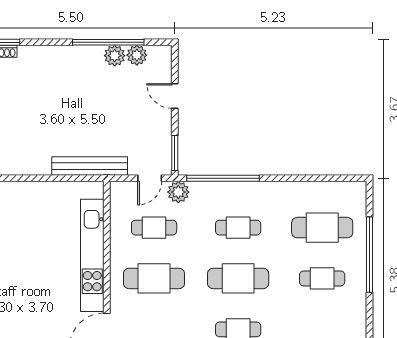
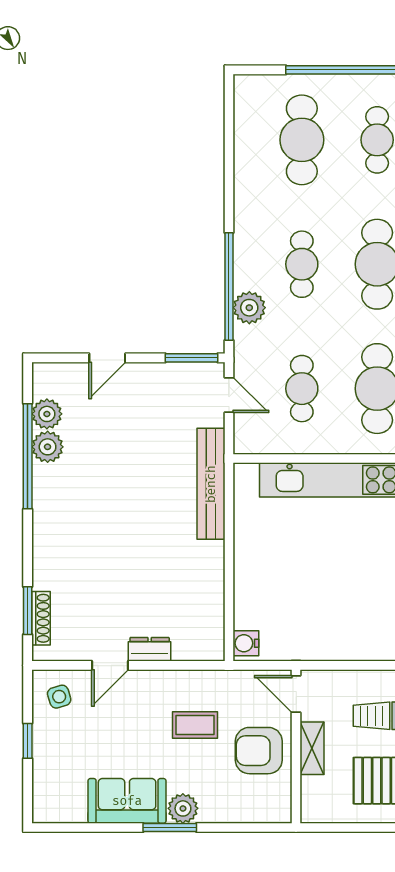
plant: (178, 192) -> (249, 308), moved

